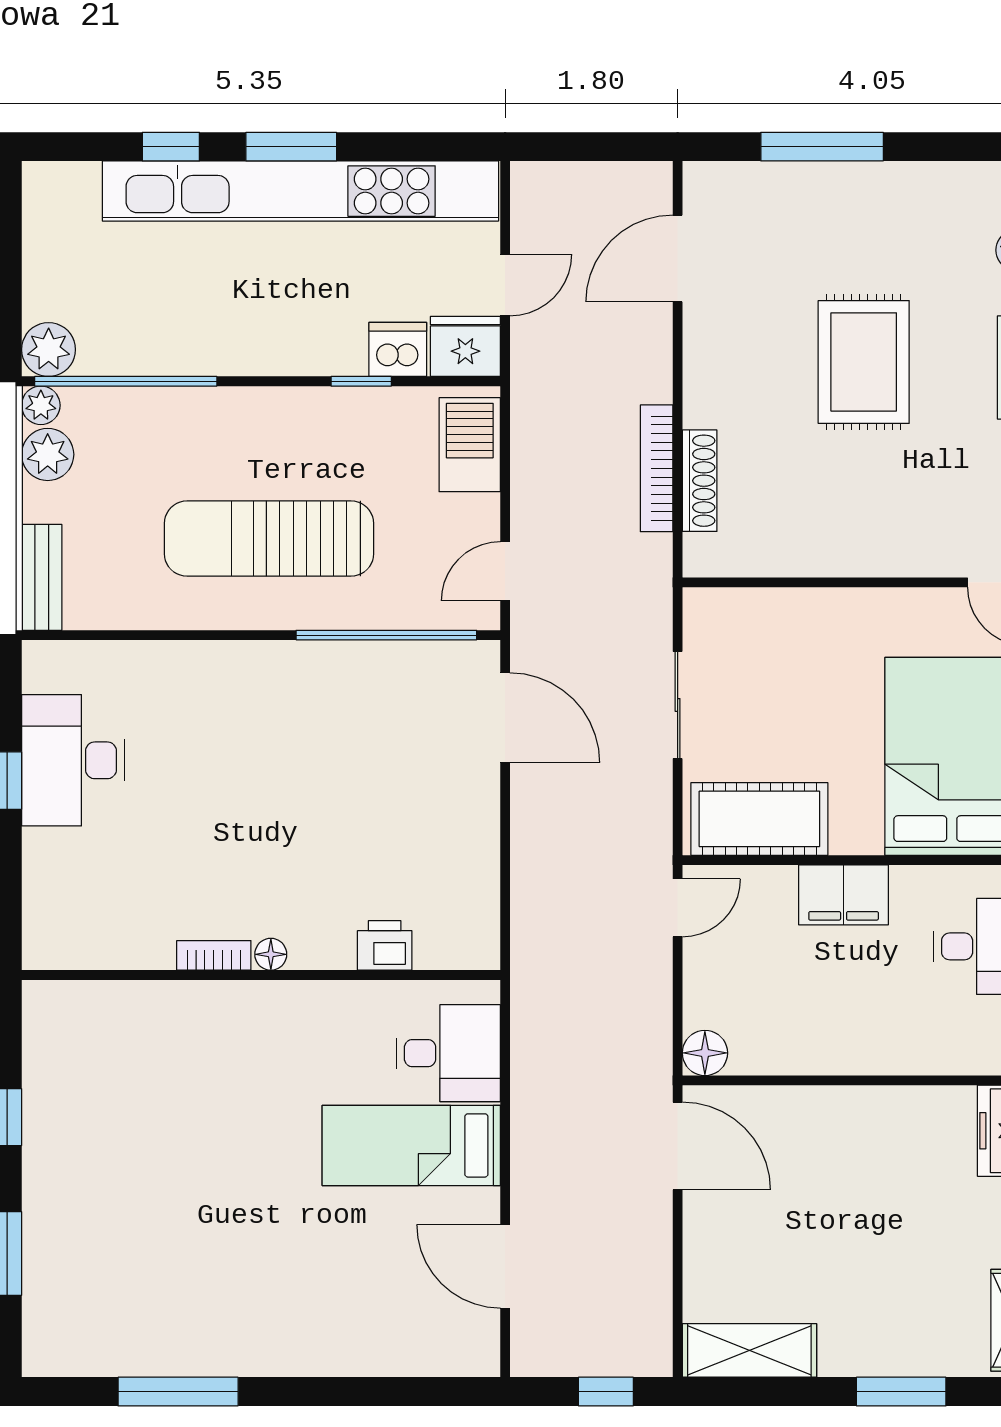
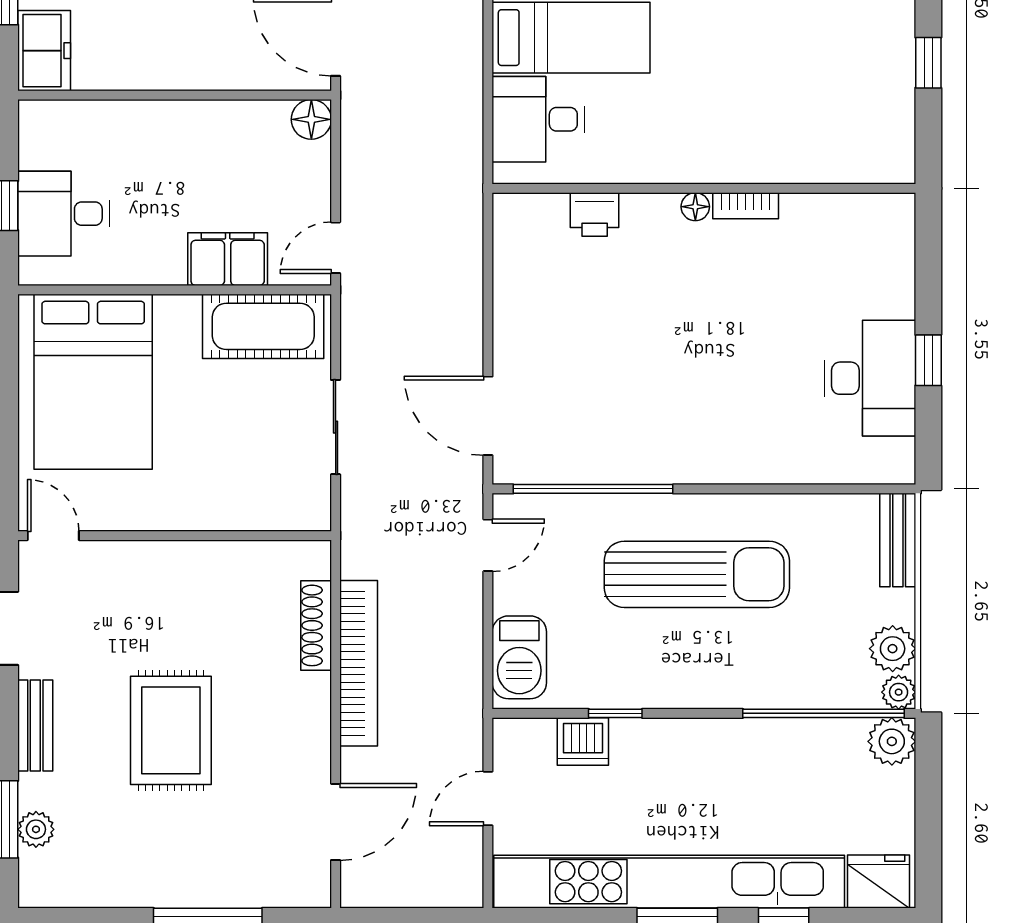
fridge: (465, 346) -> (879, 882), moved, turned 180
bookcase: (657, 468) -> (359, 663), width x1.48, depth x1.31
filing cabinet: (844, 895) -> (228, 259), moved

